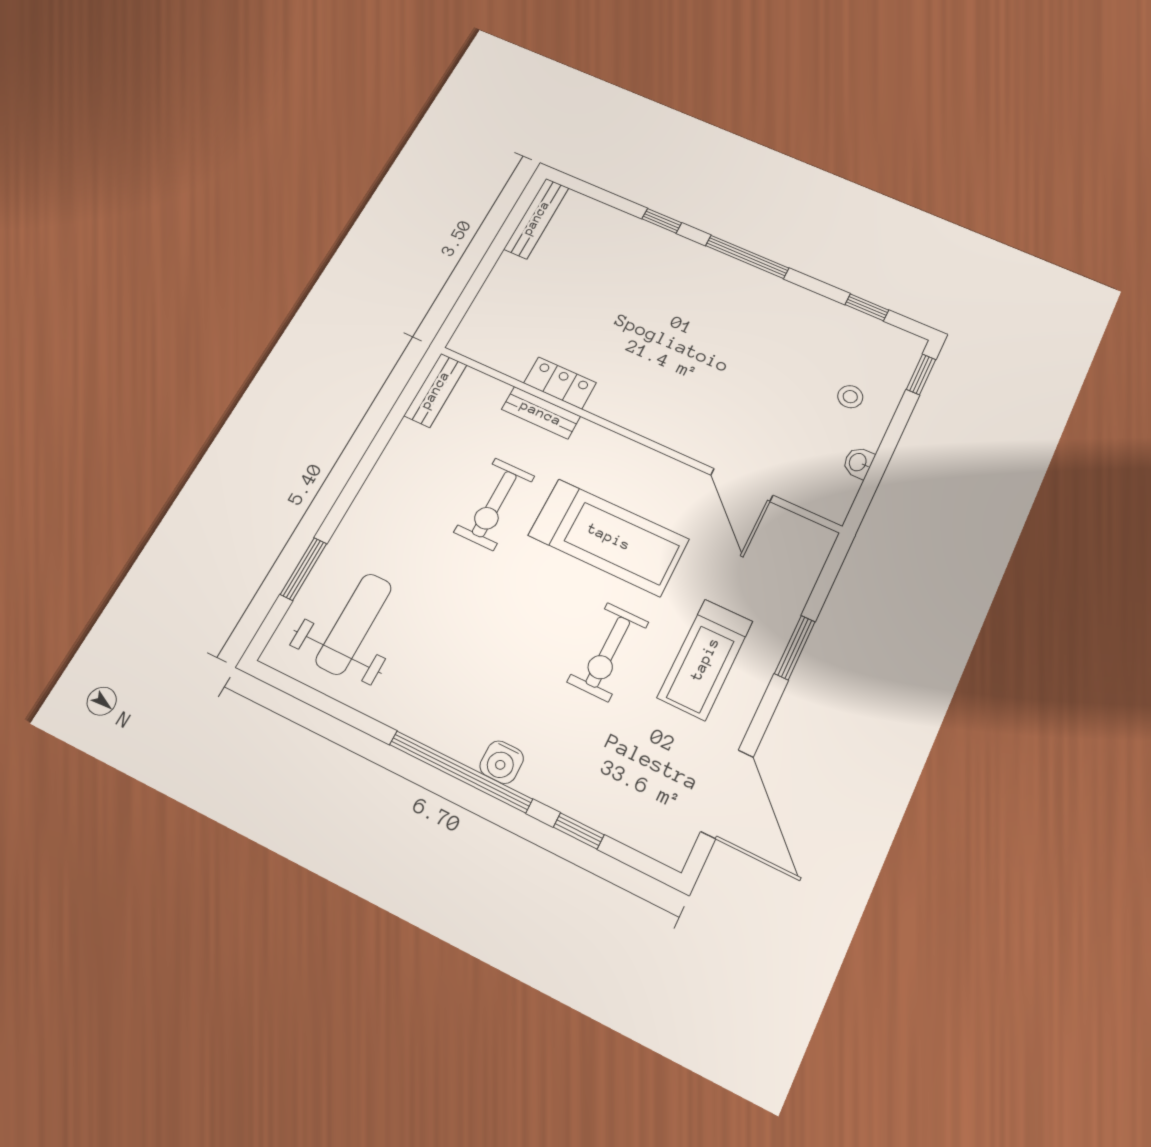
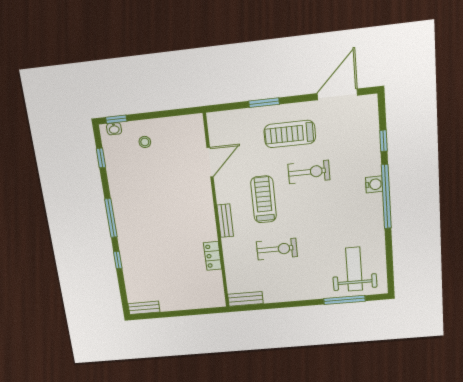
bench: (536, 218) -> (144, 308), width x0.73
bench: (541, 413) -> (225, 221), moved
washbasin: (858, 462) -> (114, 129), moved
treadmill: (609, 537) -> (264, 199), width x0.73, depth x0.73
window: (304, 569) -> (344, 300), width x1.44
weight bench: (354, 624) -> (354, 269), turned 90
treadmill: (705, 659) -> (290, 134), turned 180

